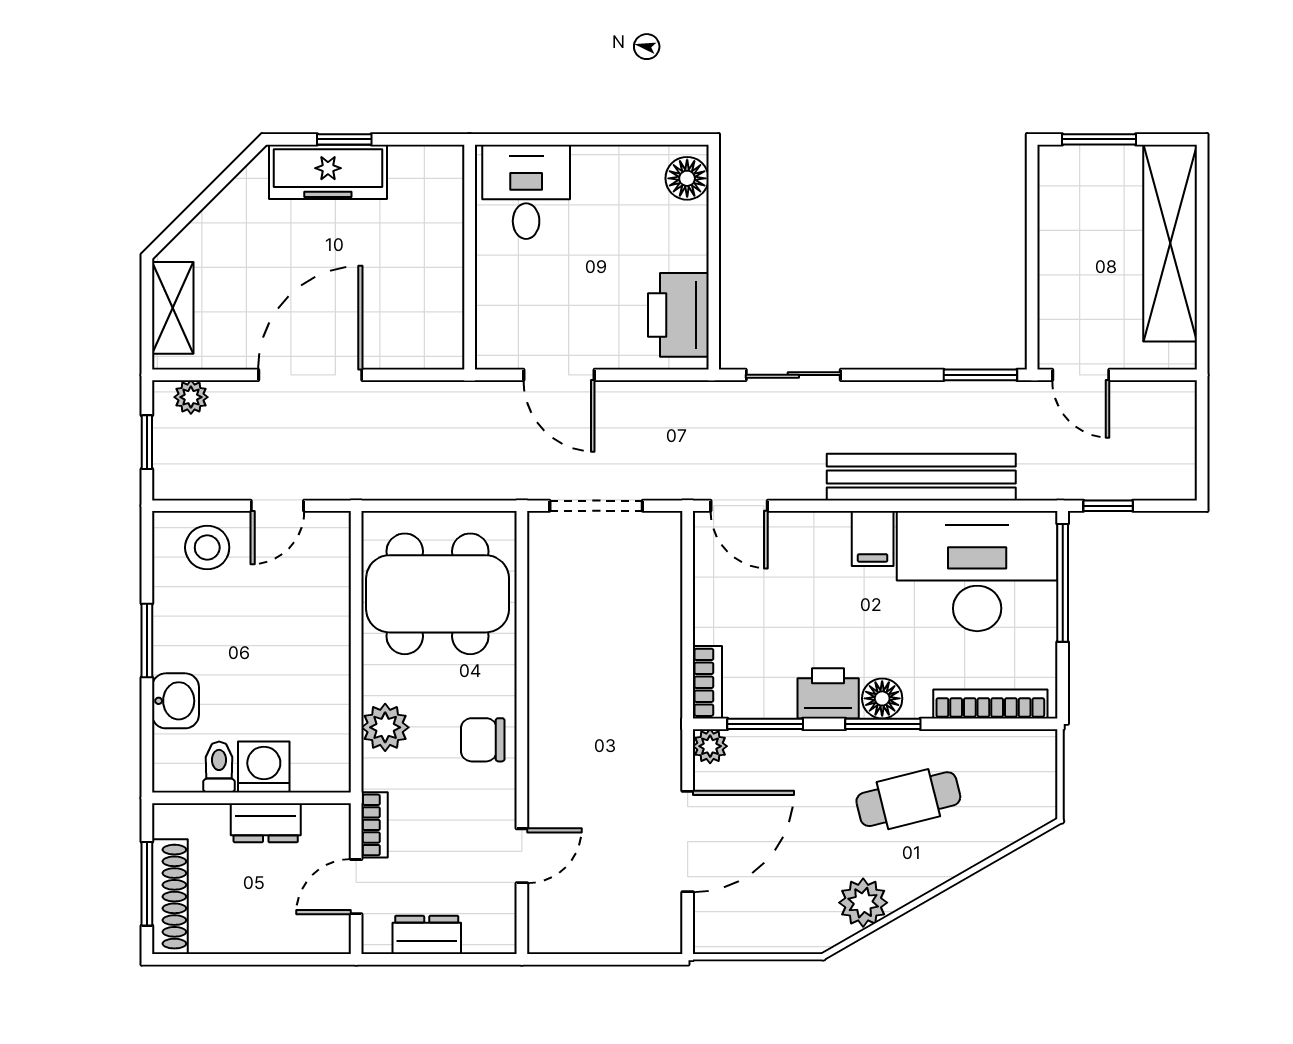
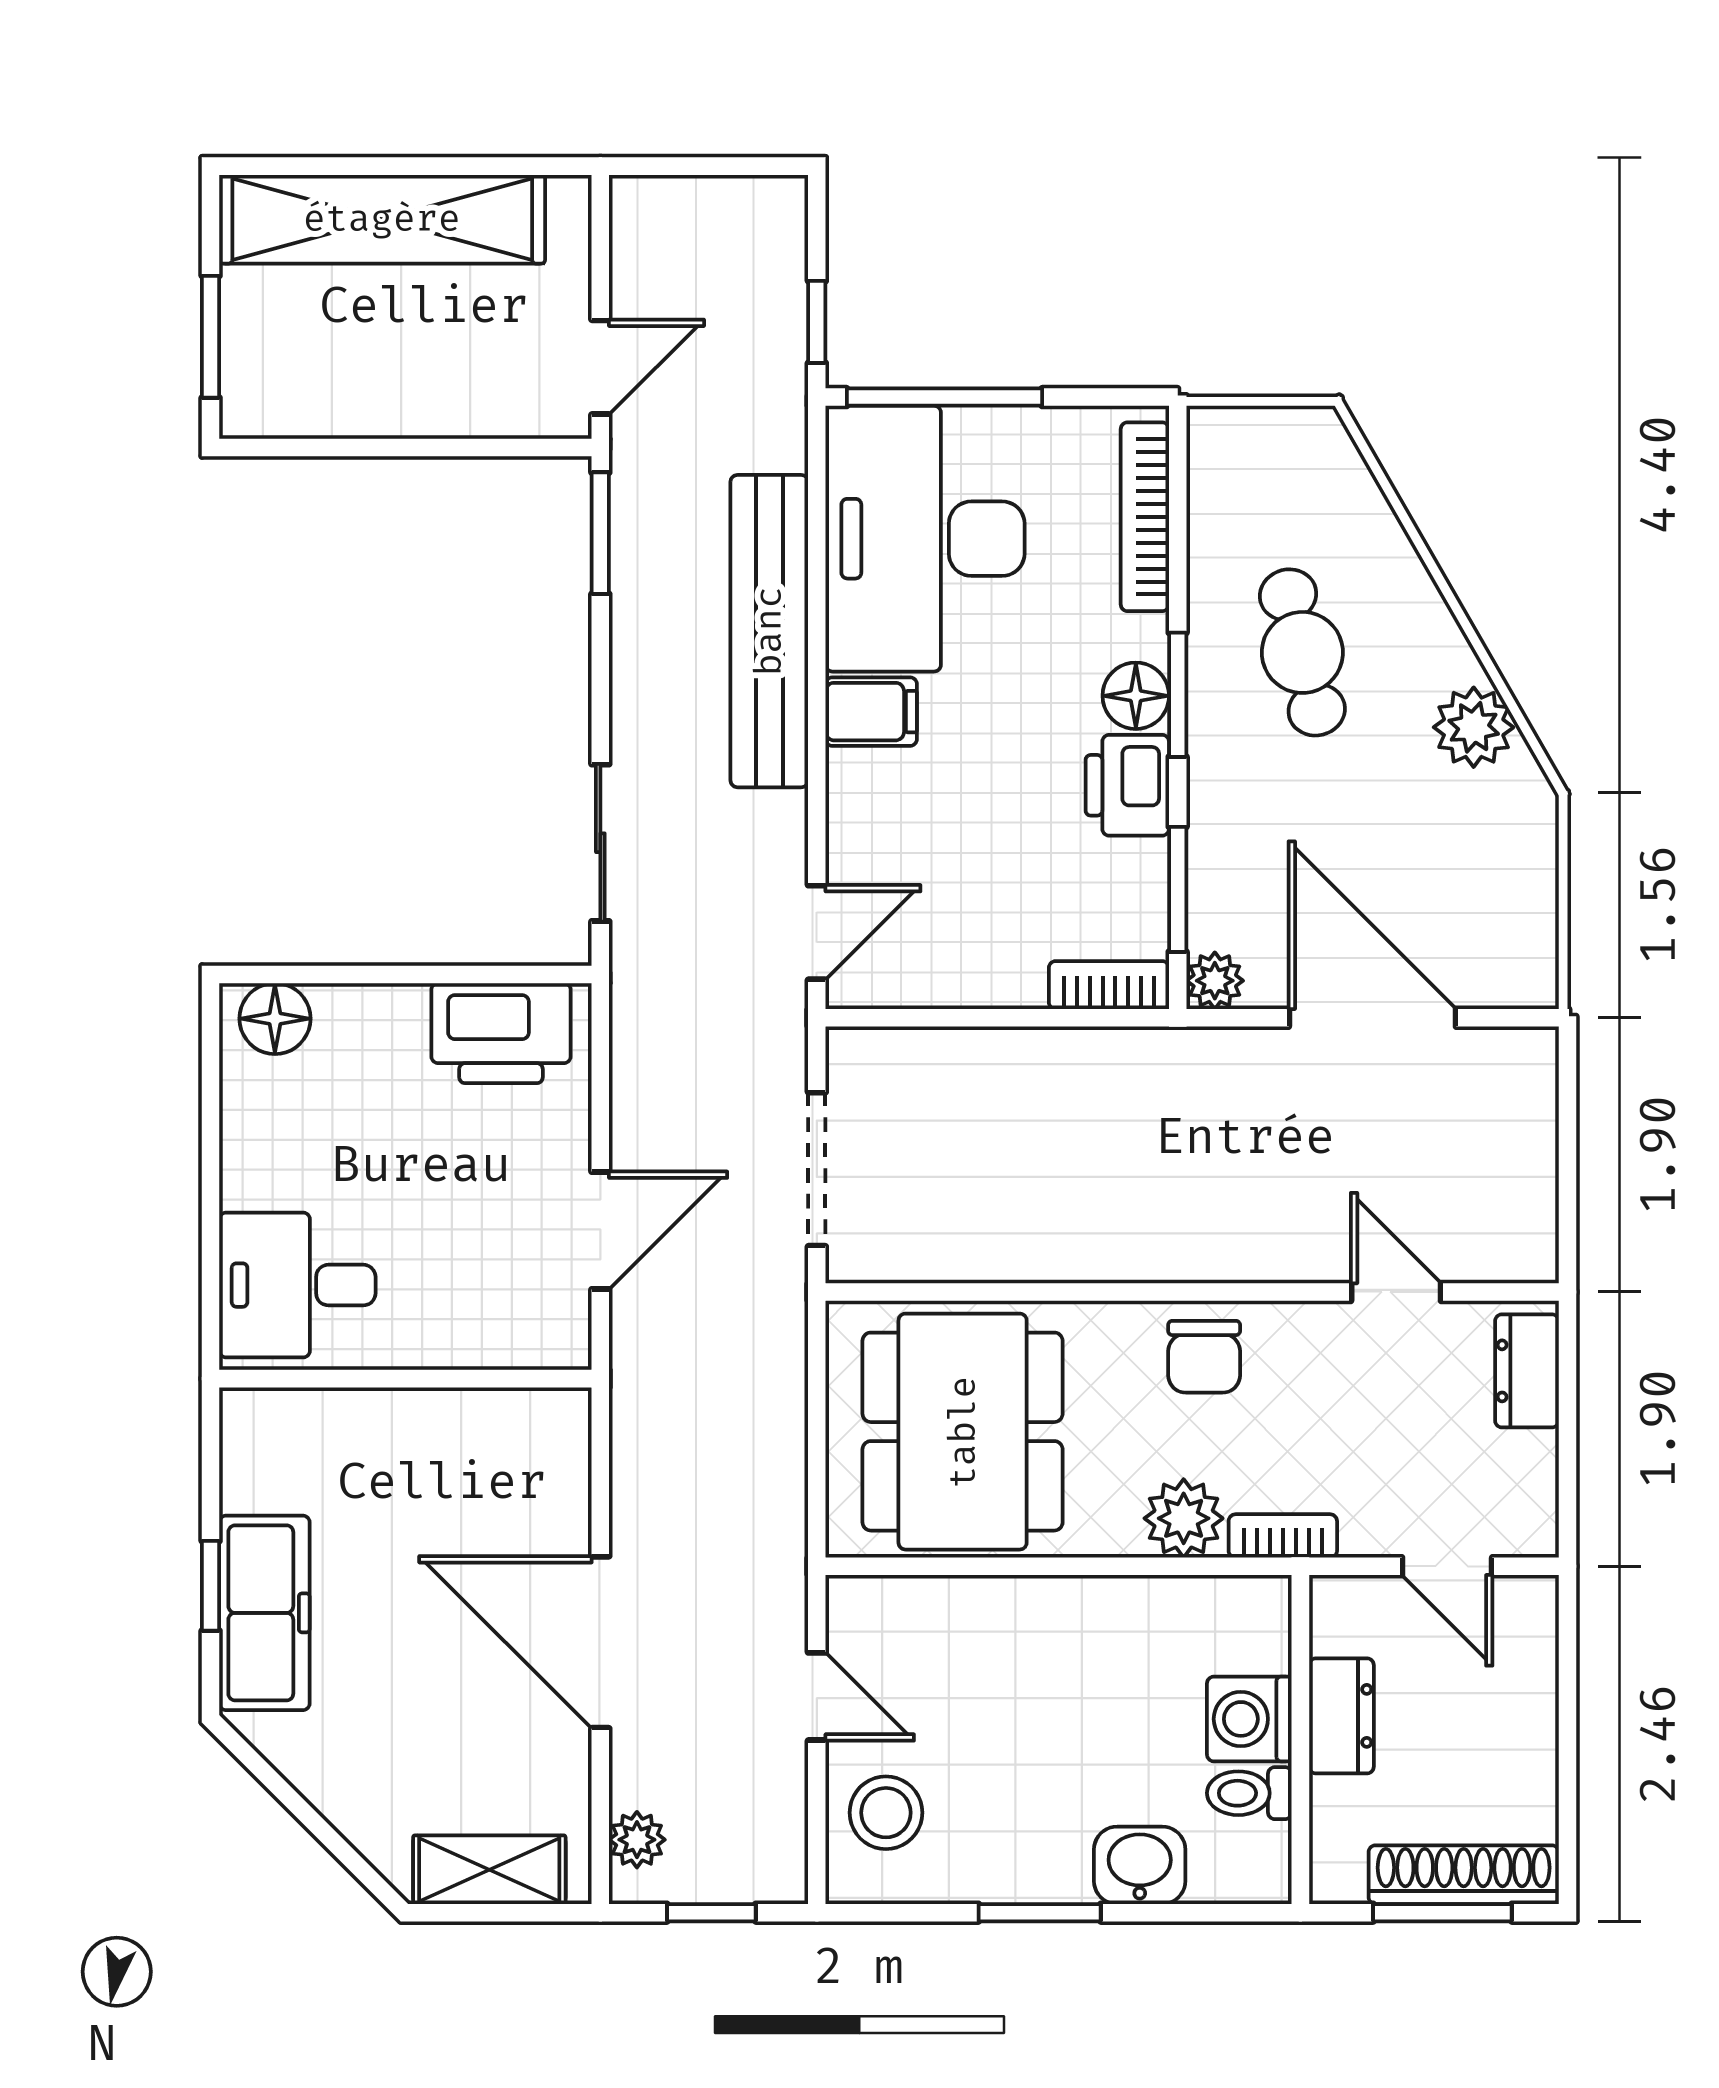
bookcase: (374, 825) -> (1283, 1536), moved
dresser: (427, 935) -> (1527, 1371), moved

